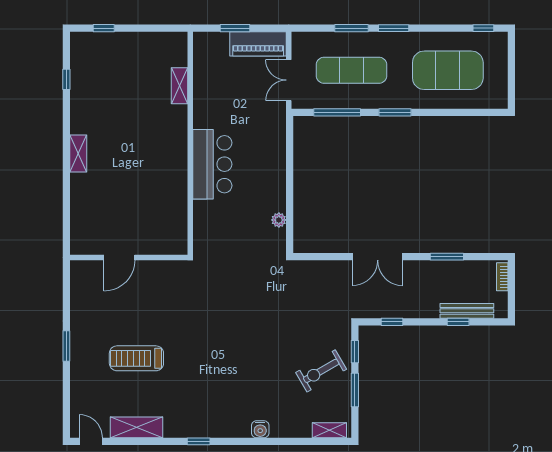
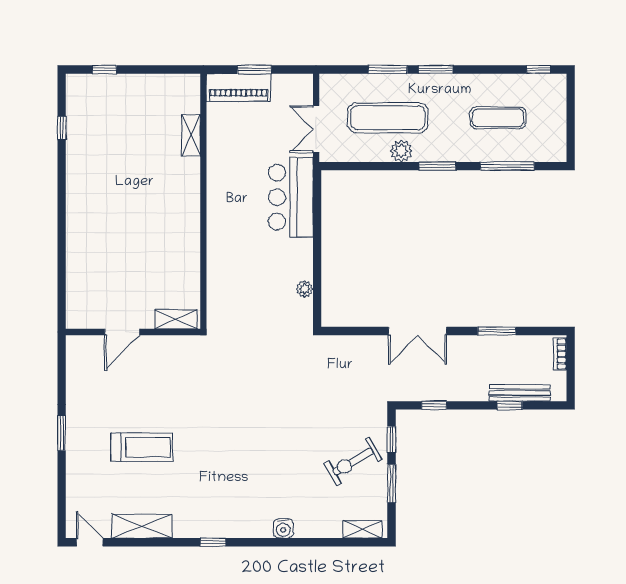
piano: (258, 44) -> (239, 87), moved
exercise mat: (448, 70) -> (498, 118), width x0.50, depth x0.69
plant: (363, 99) -> (401, 151), added
window: (337, 112) -> (507, 166), moved
shelving: (78, 154) -> (176, 319), moved, turned 90
bar counter: (212, 164) -> (291, 197), moved, turned 180
treadmill: (136, 358) -> (142, 447), turned 180

